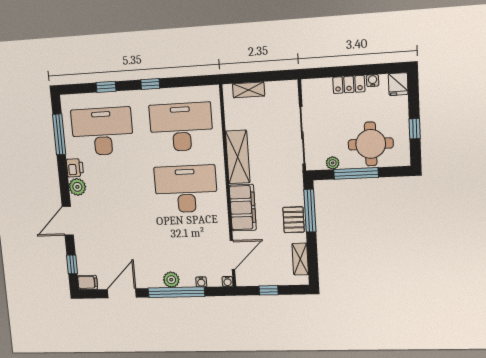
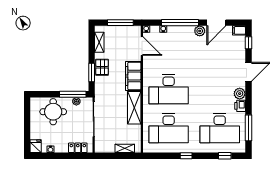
locker: (349, 84) -> (78, 148), moved
window: (106, 87) -> (225, 156), moved
window: (415, 129) -> (27, 119), removed
window: (356, 173) -> (73, 94), moved
window: (310, 211) -> (92, 72), width x0.69
door: (232, 255) -> (142, 46), swing flipped
plant: (171, 280) -> (200, 31), moved
window: (269, 290) -> (120, 23), width x2.17

